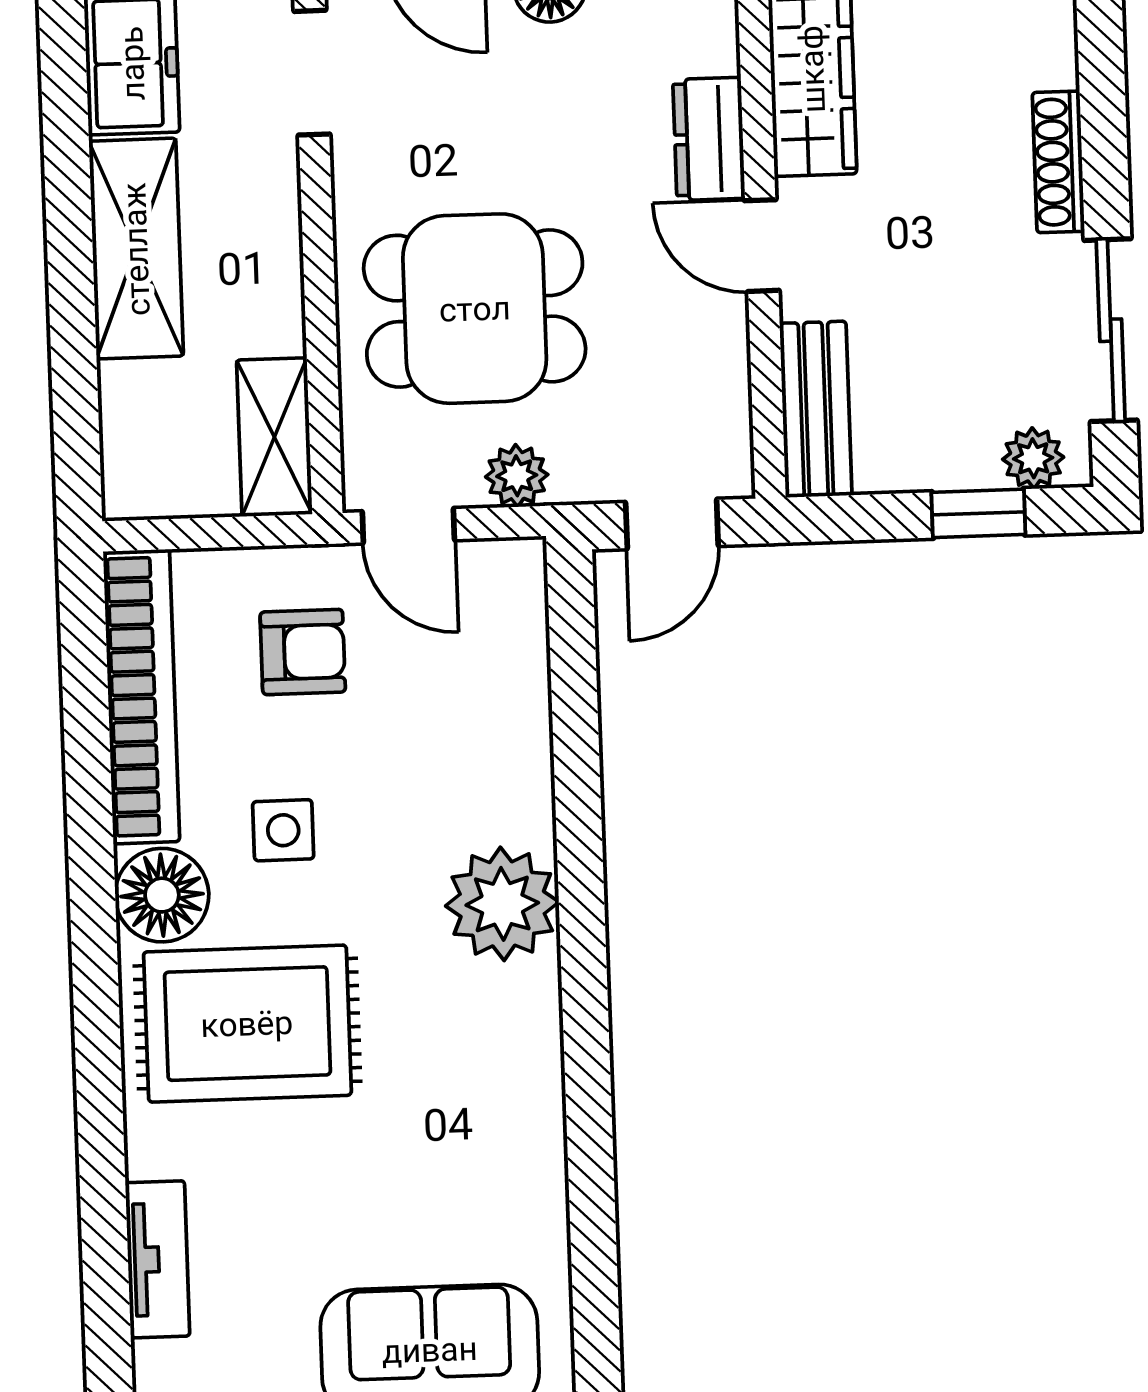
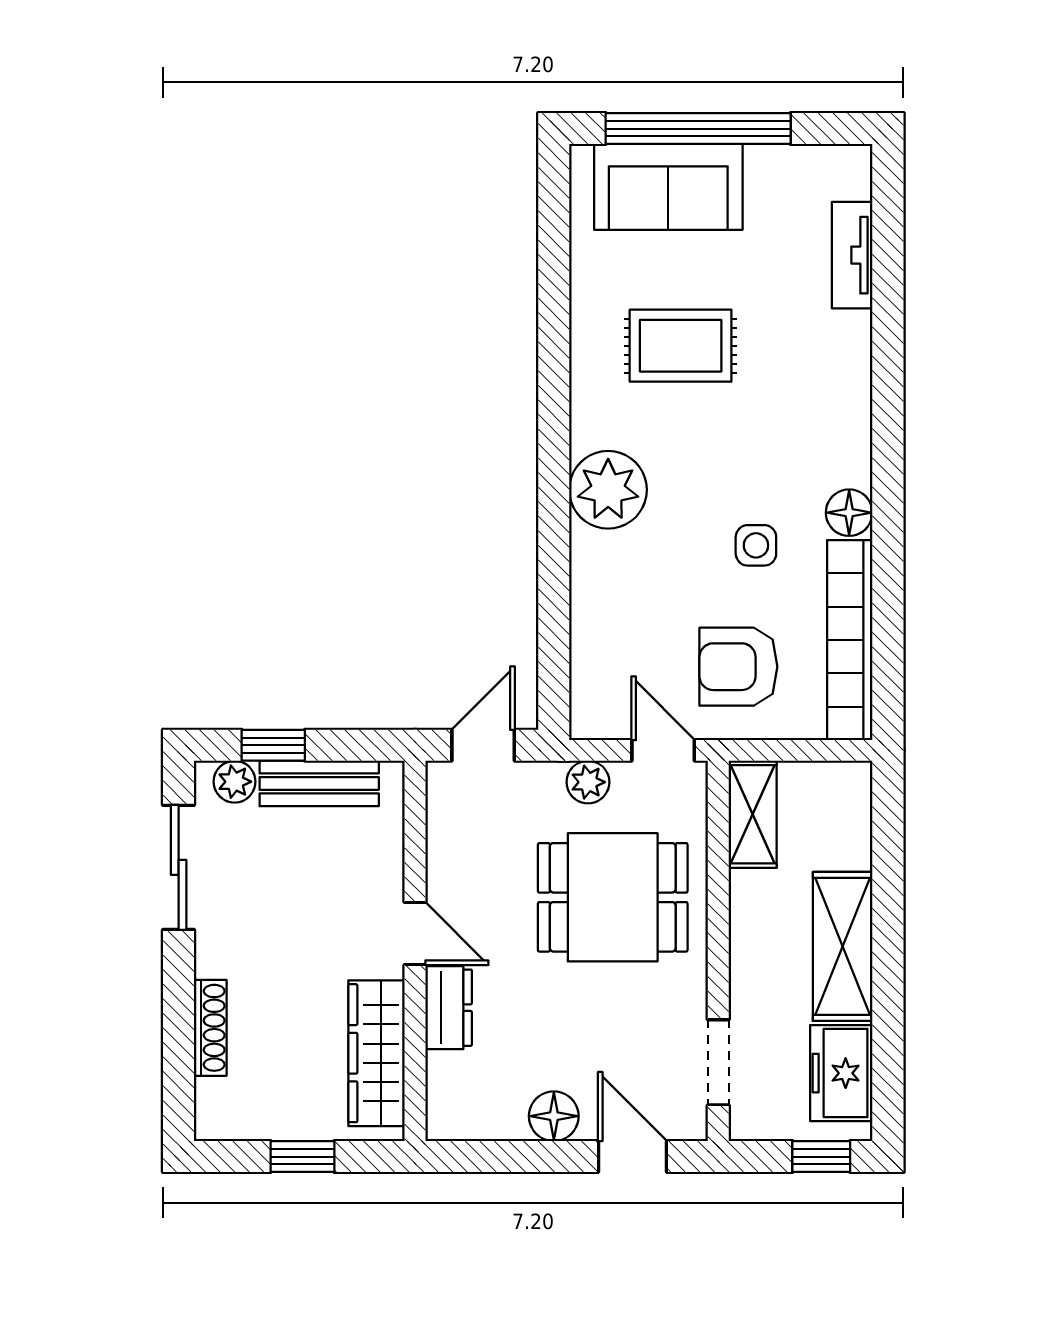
shoe rack: (1058, 162) -> (210, 1028), moved
bench: (816, 409) -> (319, 783), moved, turned 90
armchair: (303, 652) -> (738, 667), width x1.38, depth x1.38
floor lamp: (162, 895) -> (849, 513), width x0.73, depth x0.73
rug: (247, 1024) -> (681, 346), moved, width x0.73, depth x0.70

